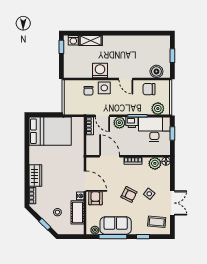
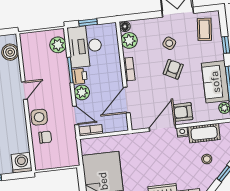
washing machine: (100, 70) -> (22, 163), moved, turned 90
chair: (149, 89) -> (34, 59), removed
door: (102, 116) -> (76, 115), hinge flipped

